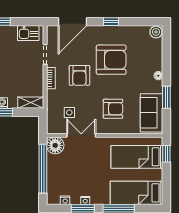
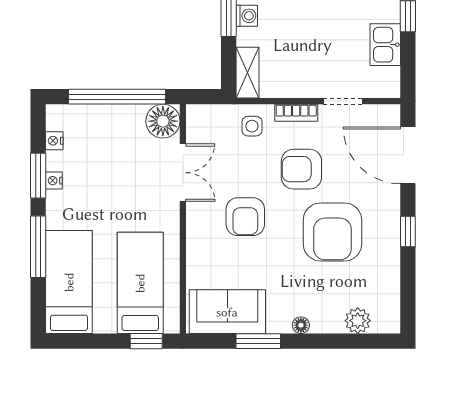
plant: (156, 32) -> (358, 321), moved
kitchen sink: (28, 33) -> (385, 45), moved
armchair: (113, 109) -> (245, 217), moved
side table: (69, 112) -> (252, 126), moved

